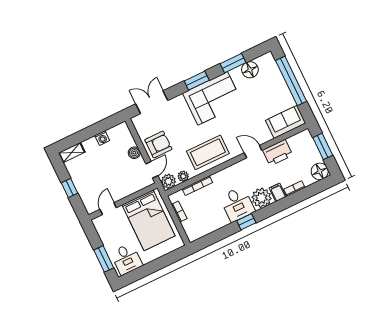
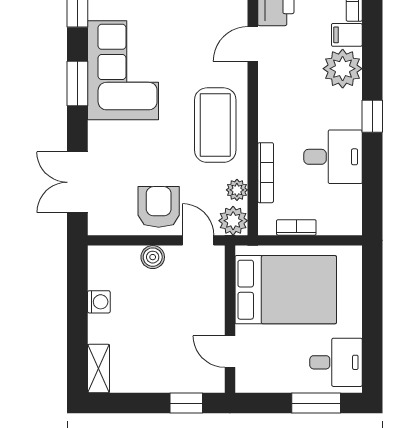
window: (70, 188) -> (186, 403), moved
desk: (237, 204) -> (333, 157), moved

